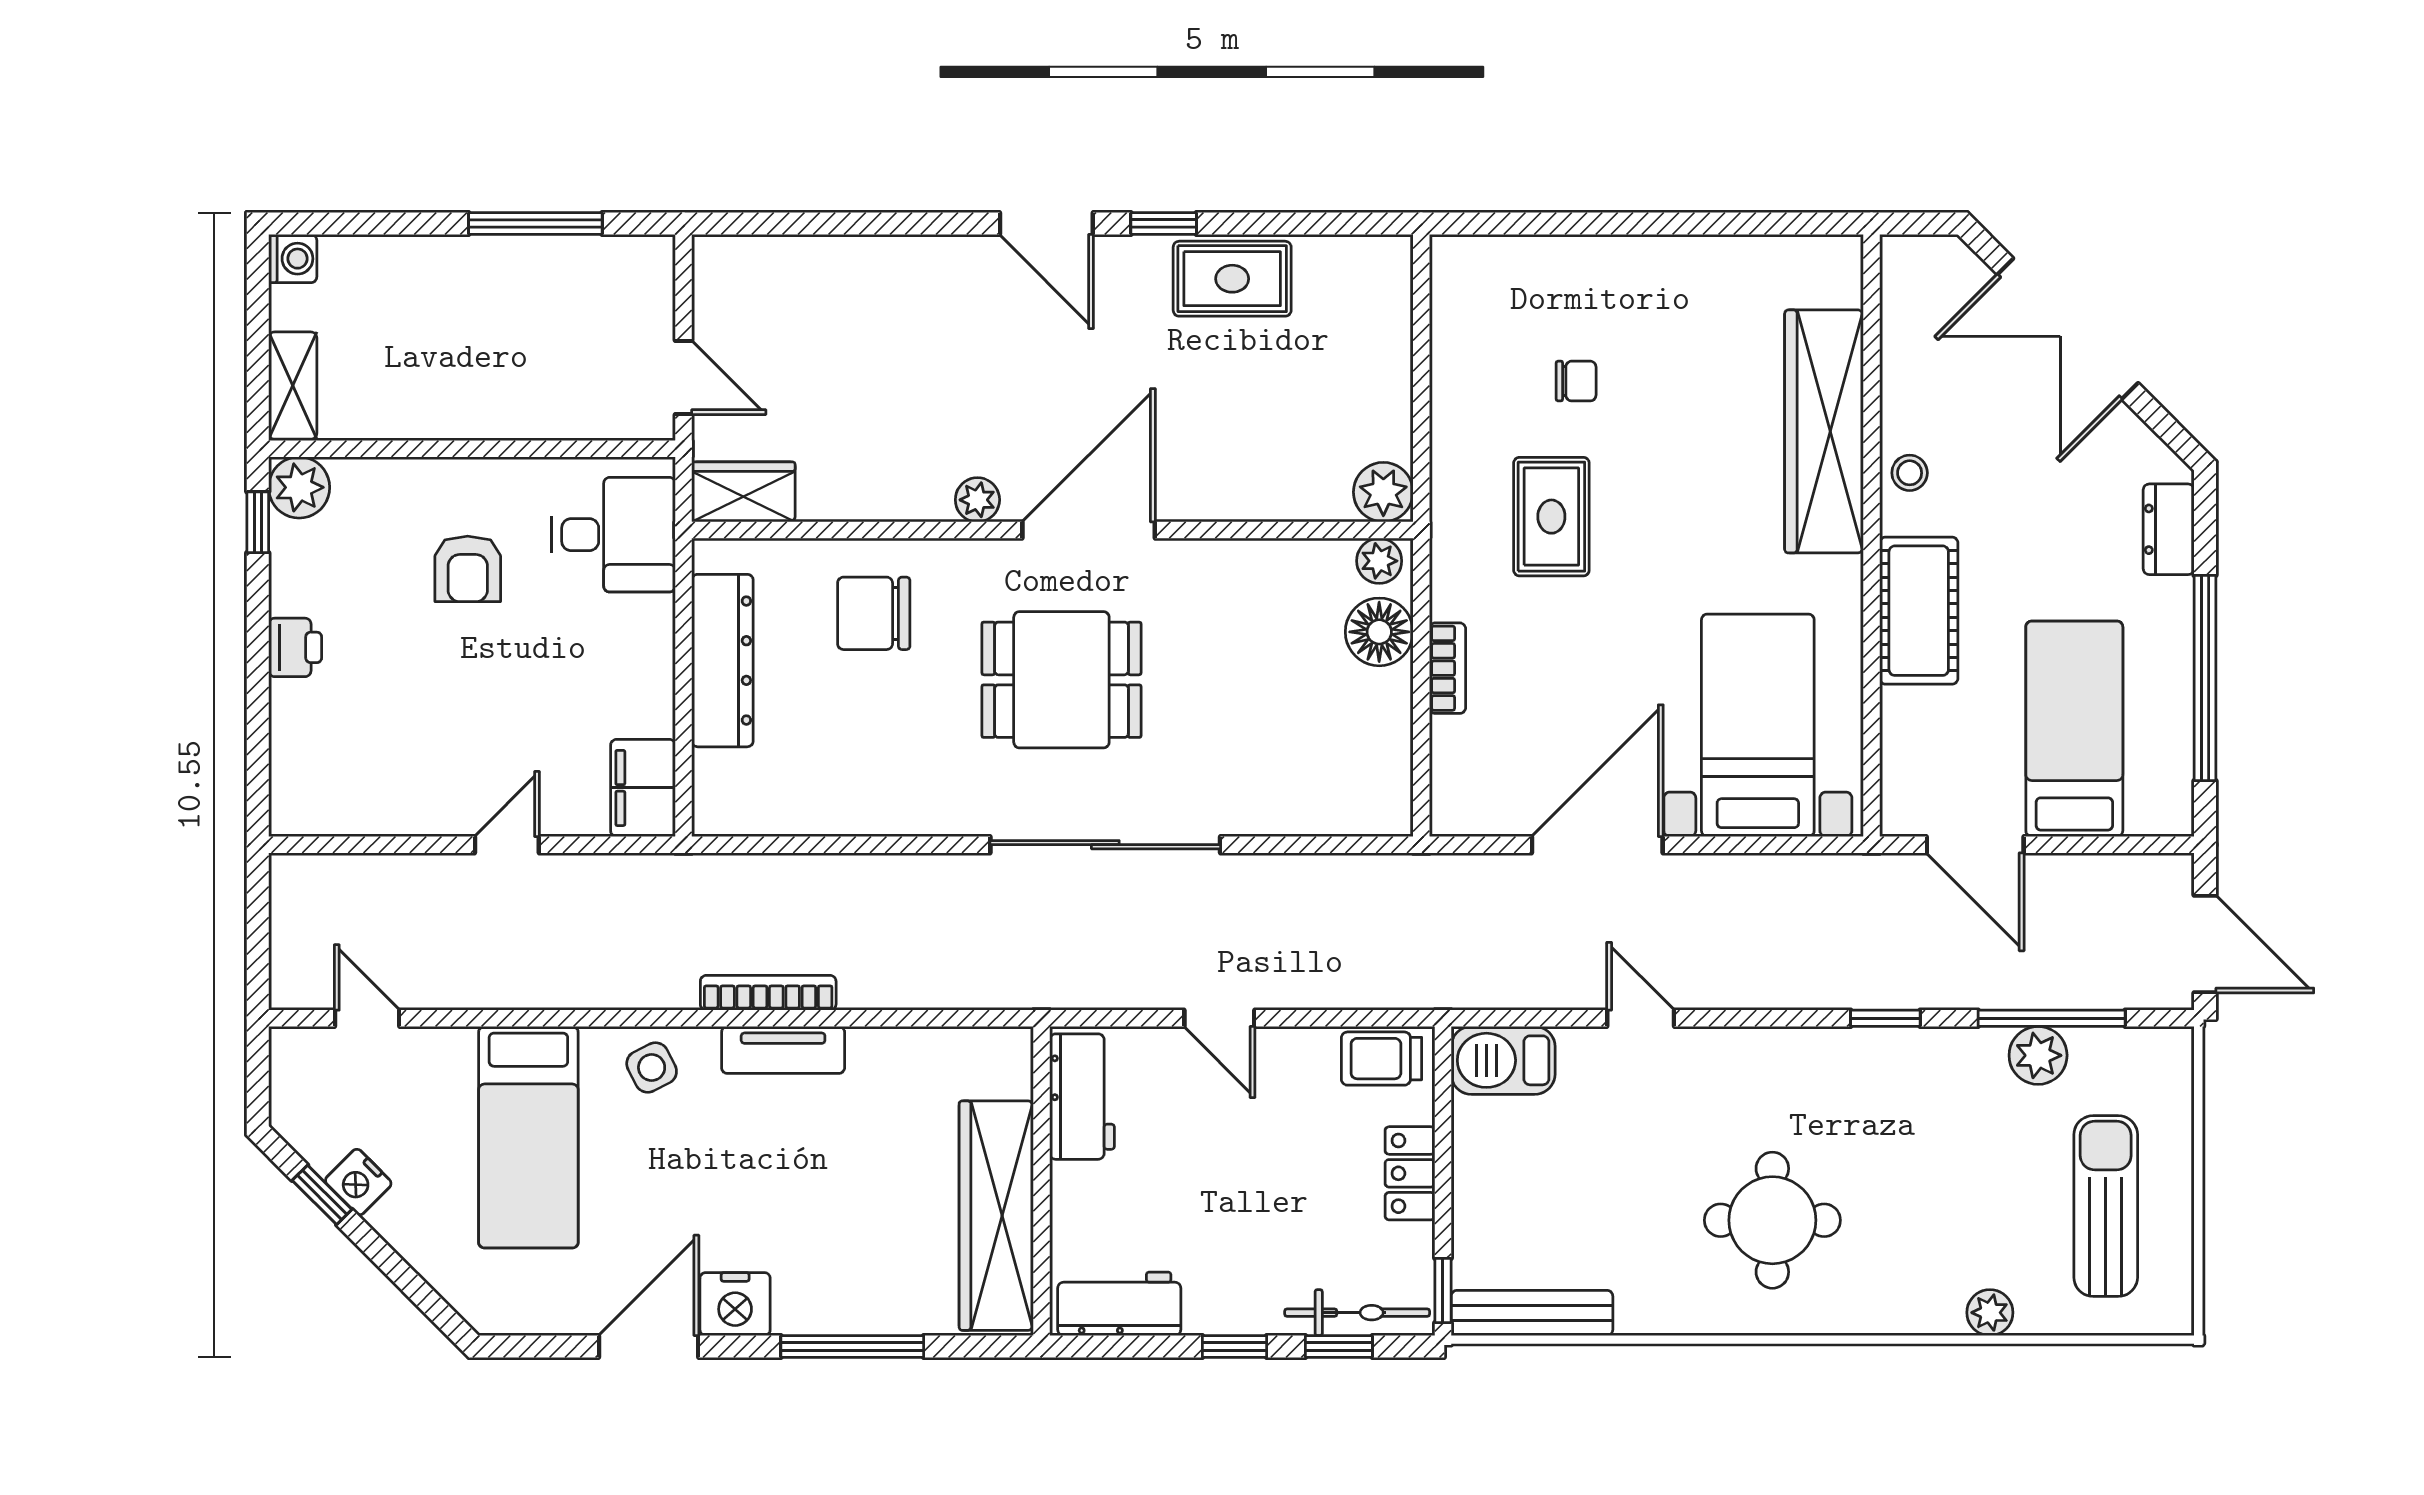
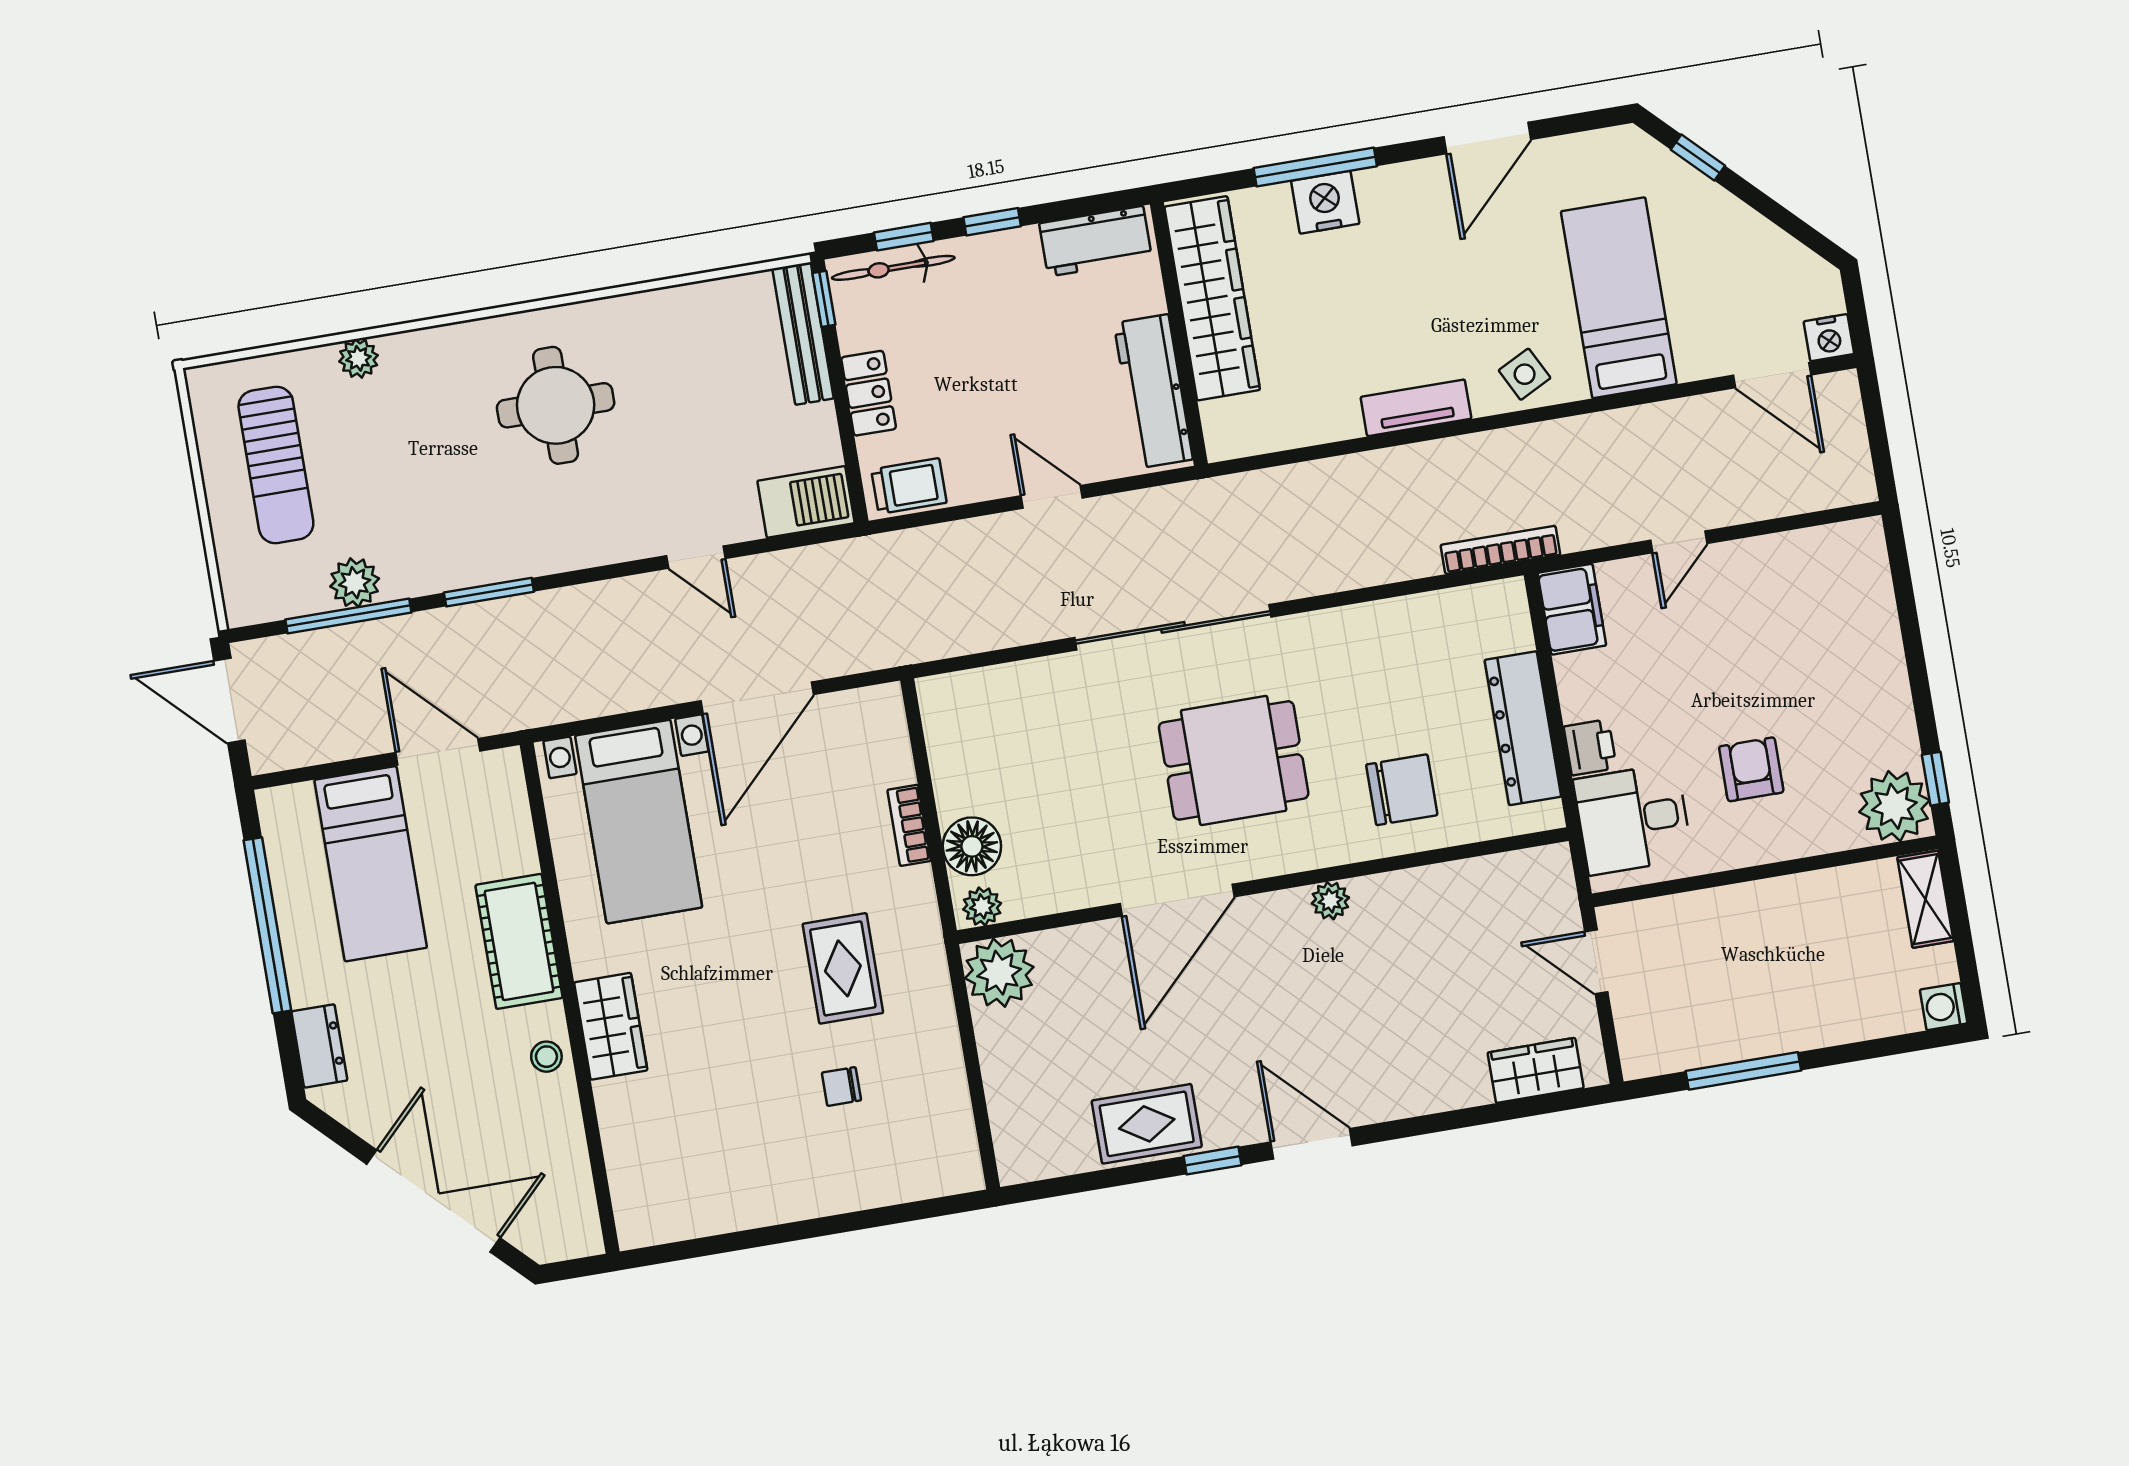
wardrobe: (1824, 431) -> (611, 1026), width x0.48, depth x0.85
plant: (299, 487) -> (1894, 806), width x1.36, depth x1.36
wardrobe: (743, 492) -> (1536, 1070), moved, turned 180
plant: (1383, 492) -> (999, 973), width x1.36, depth x1.36
door: (1089, 530) -> (1177, 900), moved
printer: (295, 647) -> (1590, 747), moved, turned 180
bookcase: (768, 993) -> (1500, 550), moved, turned 180
door: (367, 1018) -> (1772, 375), width x1.38
window: (1885, 1018) -> (489, 592), width x1.50
workbench: (1082, 1097) -> (1153, 391), width x1.38
nightstand: (358, 1182) -> (1829, 338), moved, turned 135
window: (322, 1195) -> (1698, 158), moved
nightstand: (735, 1304) -> (1325, 202), moved
bench: (1532, 1313) -> (803, 333), moved, turned 90

